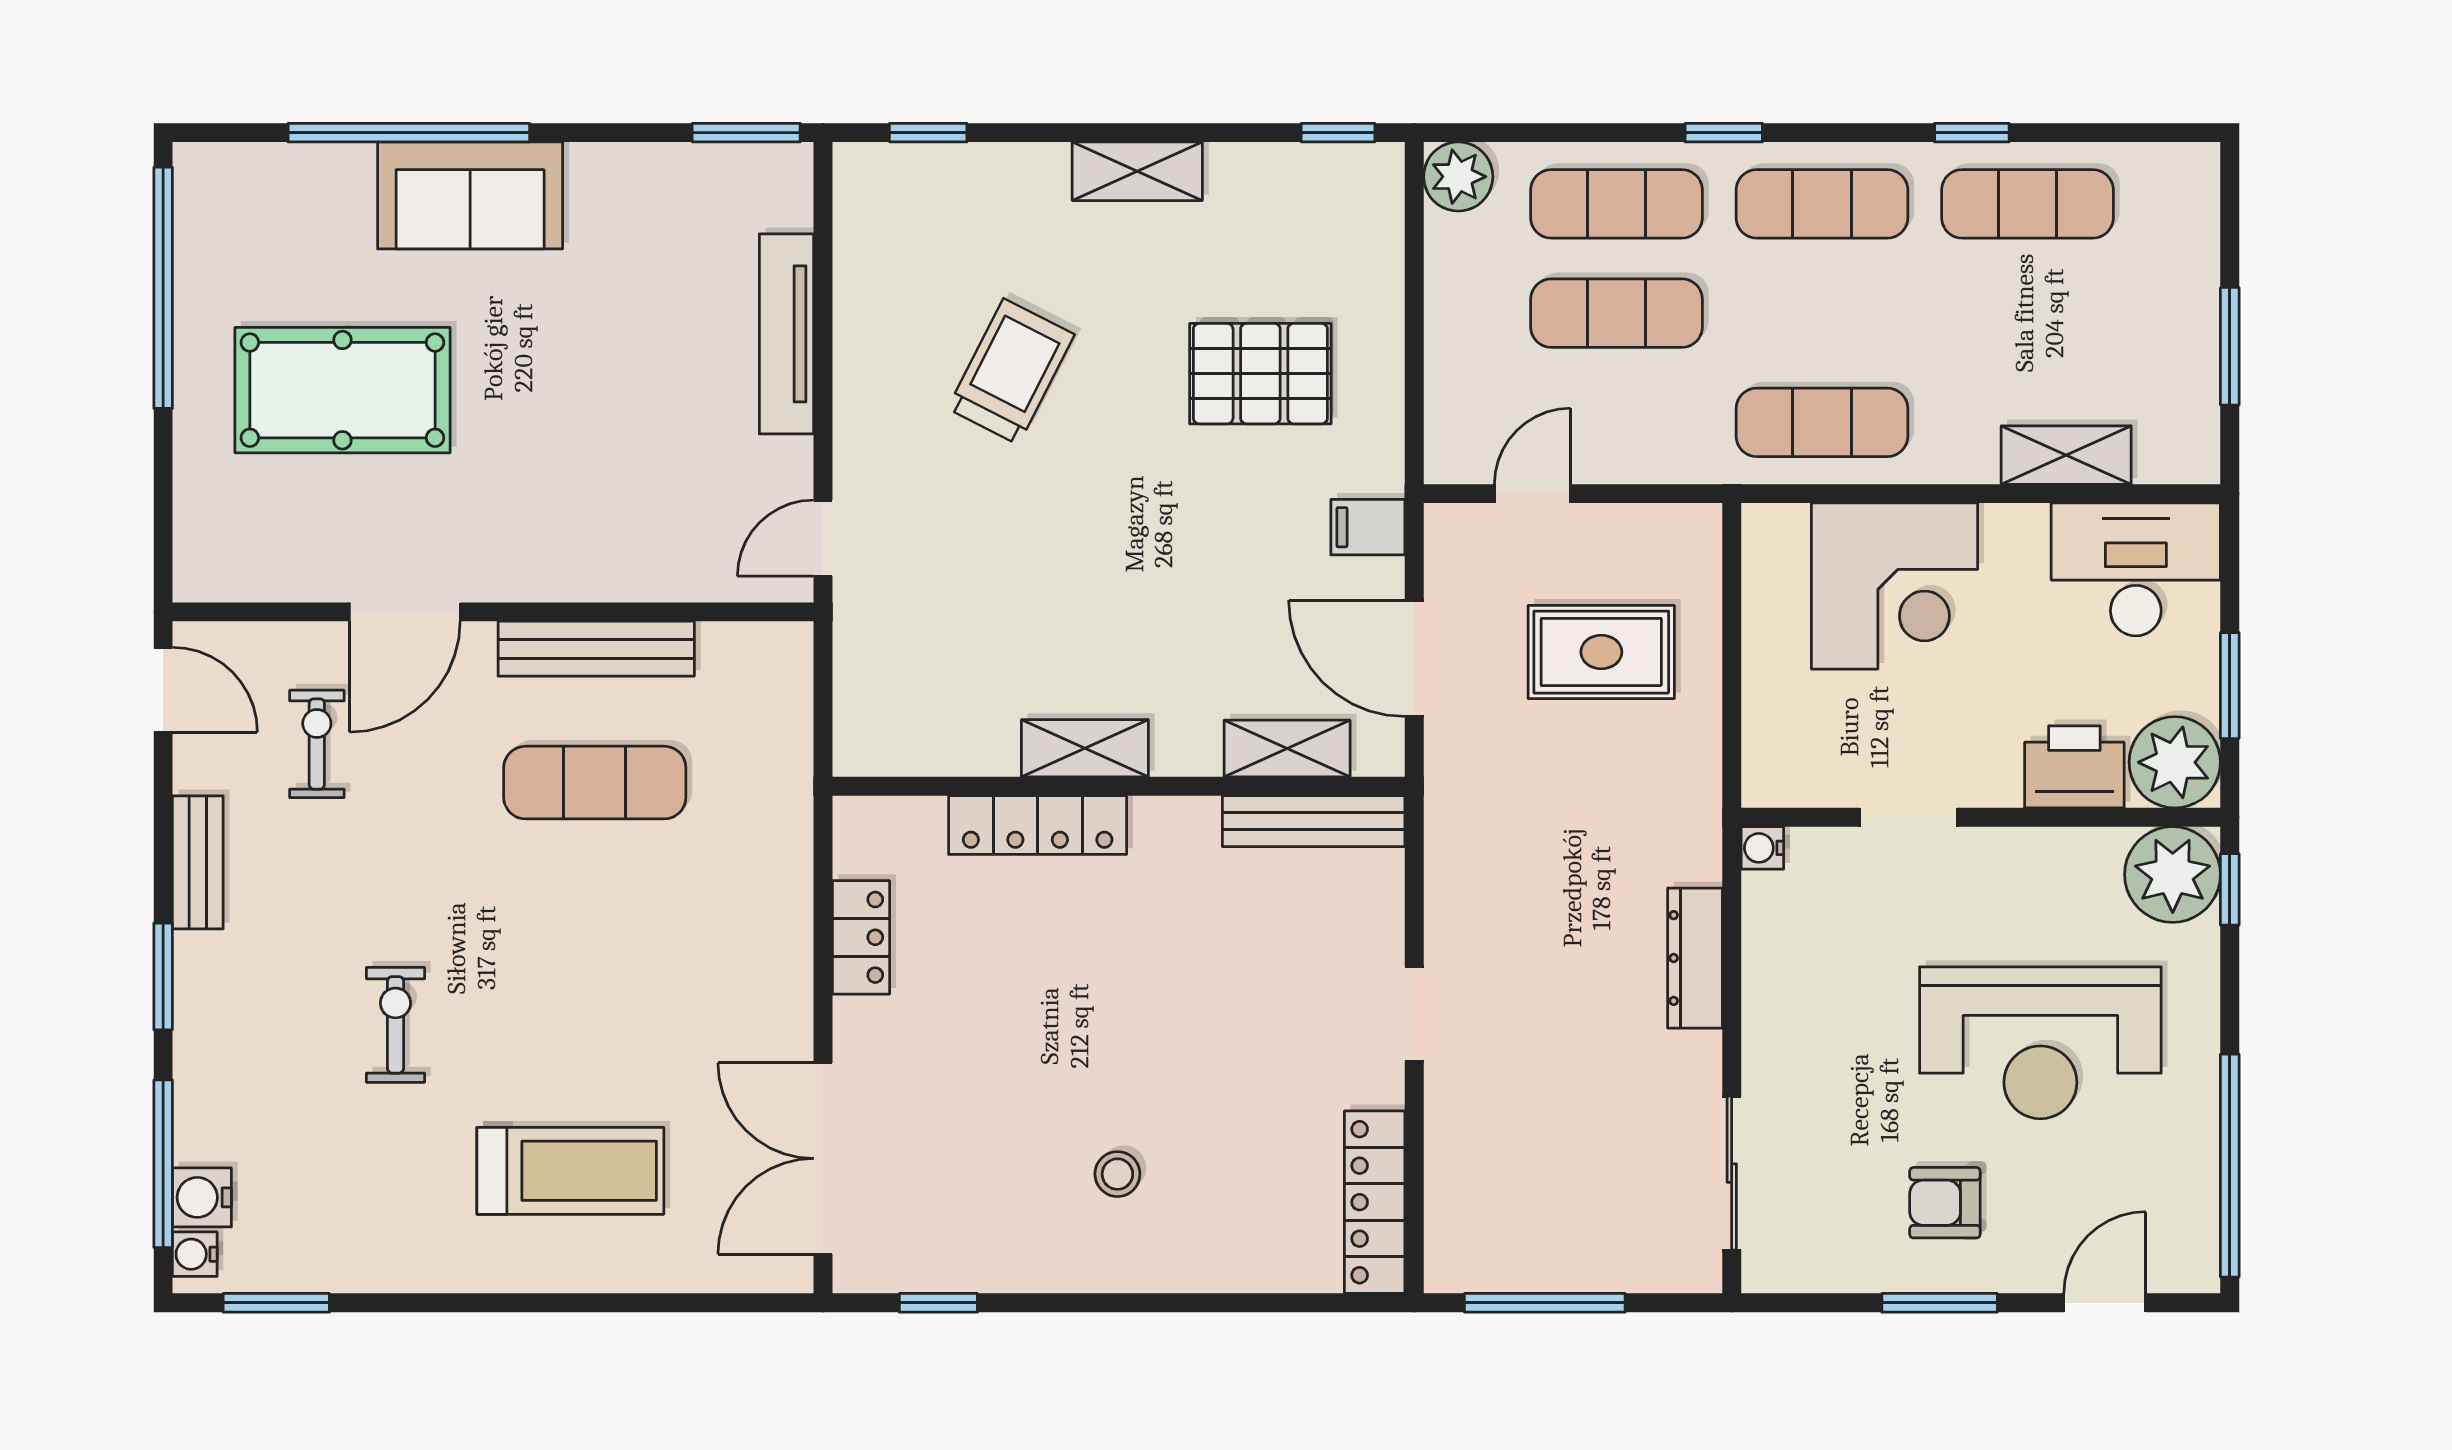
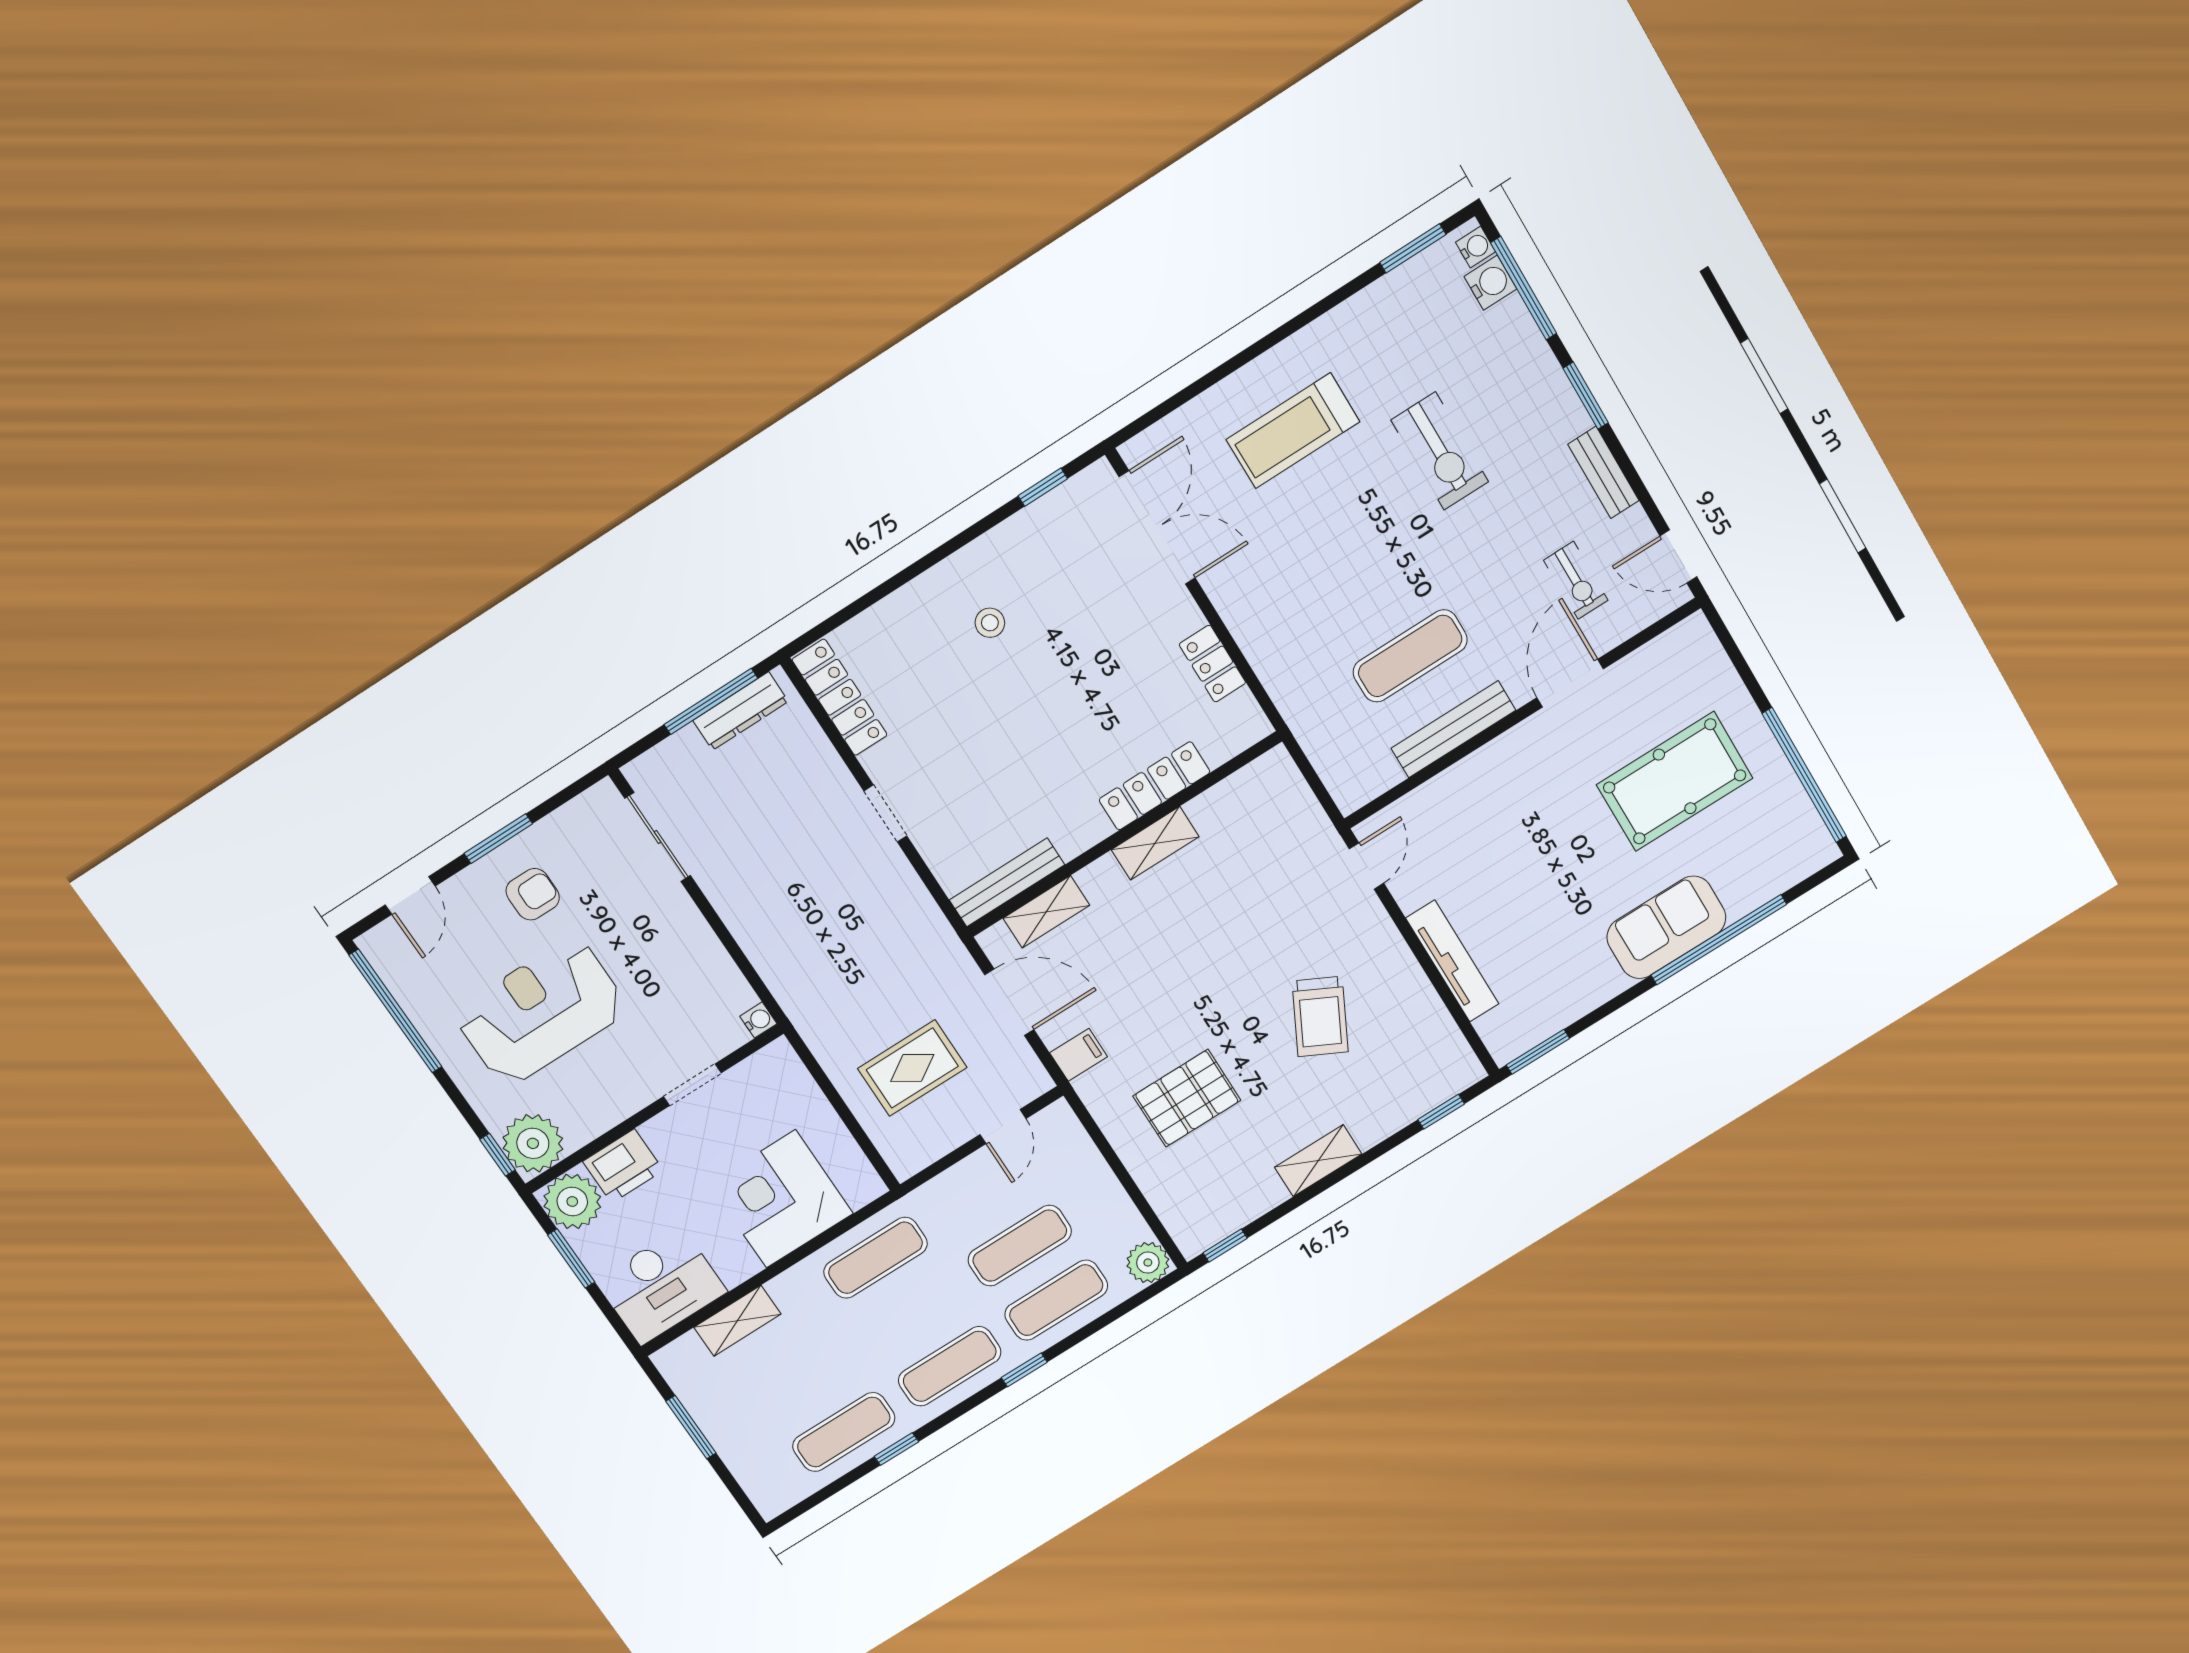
dresser: (1695, 958) -> (741, 711), moved, turned 90
exercise bike: (395, 1025) -> (1440, 451), width x1.38, depth x1.39

